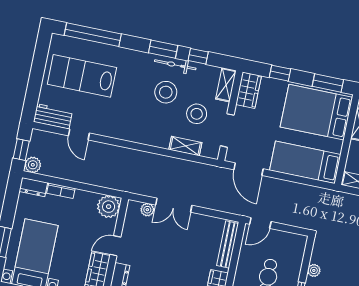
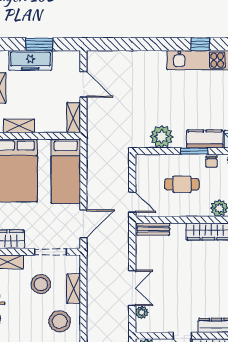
stool: (166, 92) -> (60, 321), moved
bench: (228, 245) -> (153, 229), width x0.73
plant: (314, 270) -> (162, 137), width x1.88, depth x1.88

